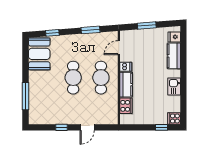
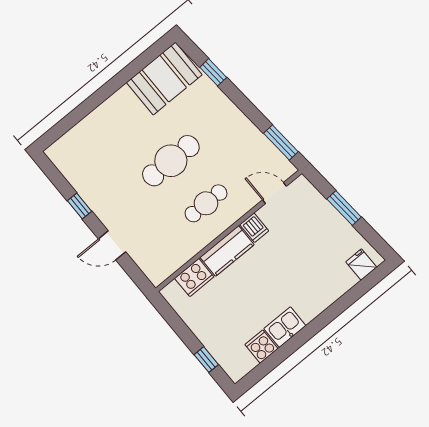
window: (90, 30) -> (281, 142), moved
kitchen counter: (174, 56) -> (332, 288), removed
cafe table: (101, 78) -> (206, 203), width x0.73, depth x0.74
window: (25, 96) -> (82, 111), removed
cooker: (174, 119) -> (261, 347), moved

